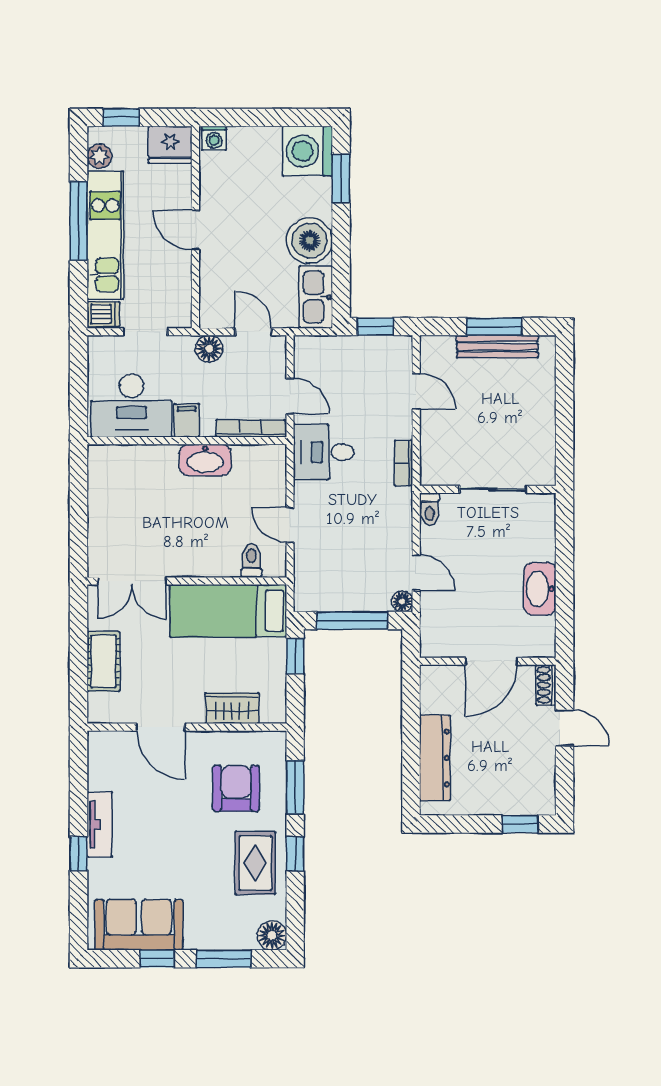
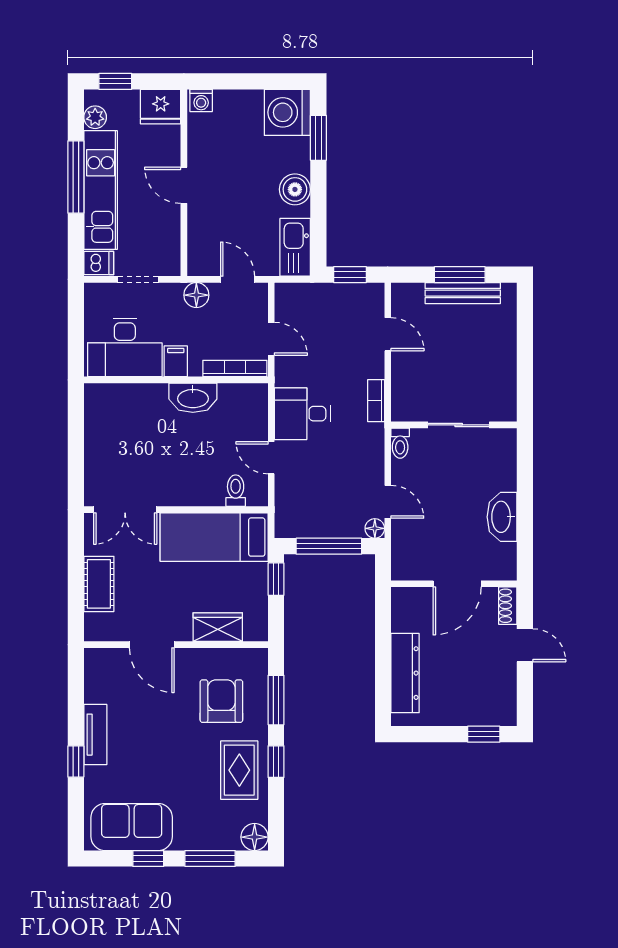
boiler: (309, 241) -> (295, 189), width x0.73, depth x0.73
desk: (324, 452) -> (302, 414), moved

